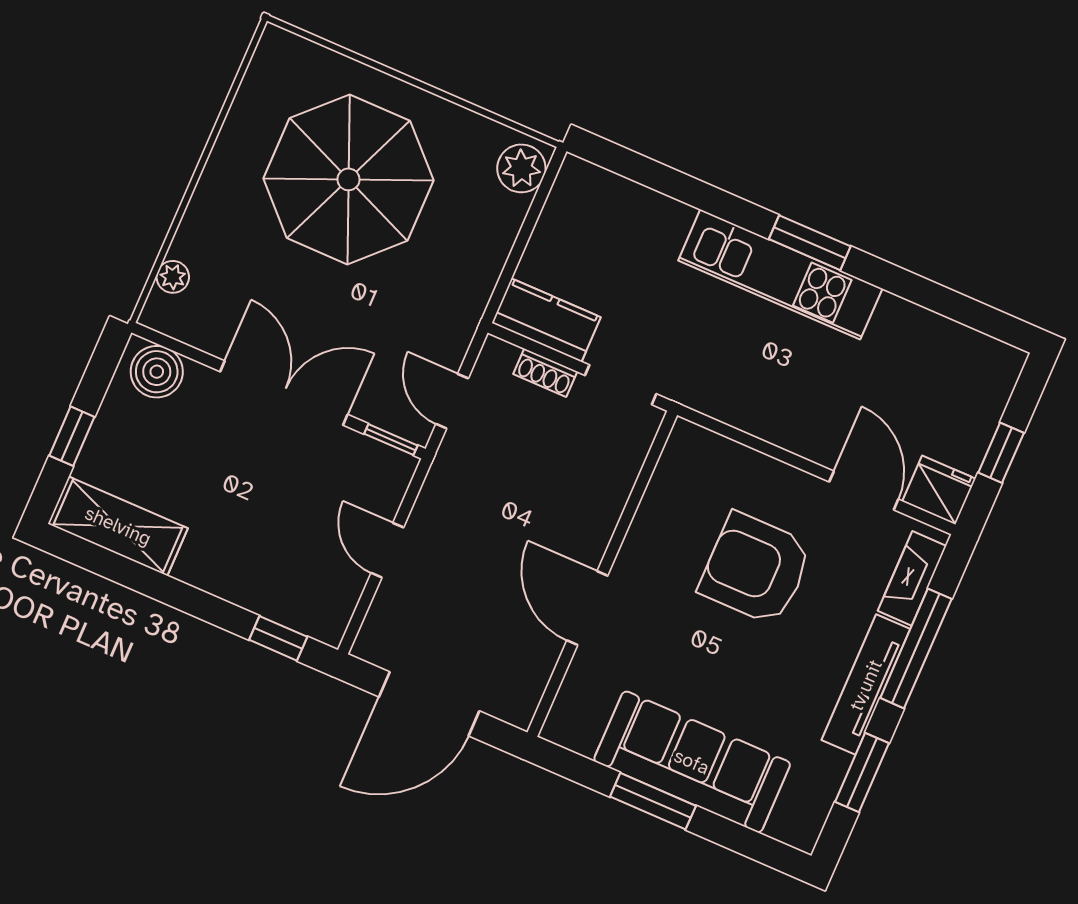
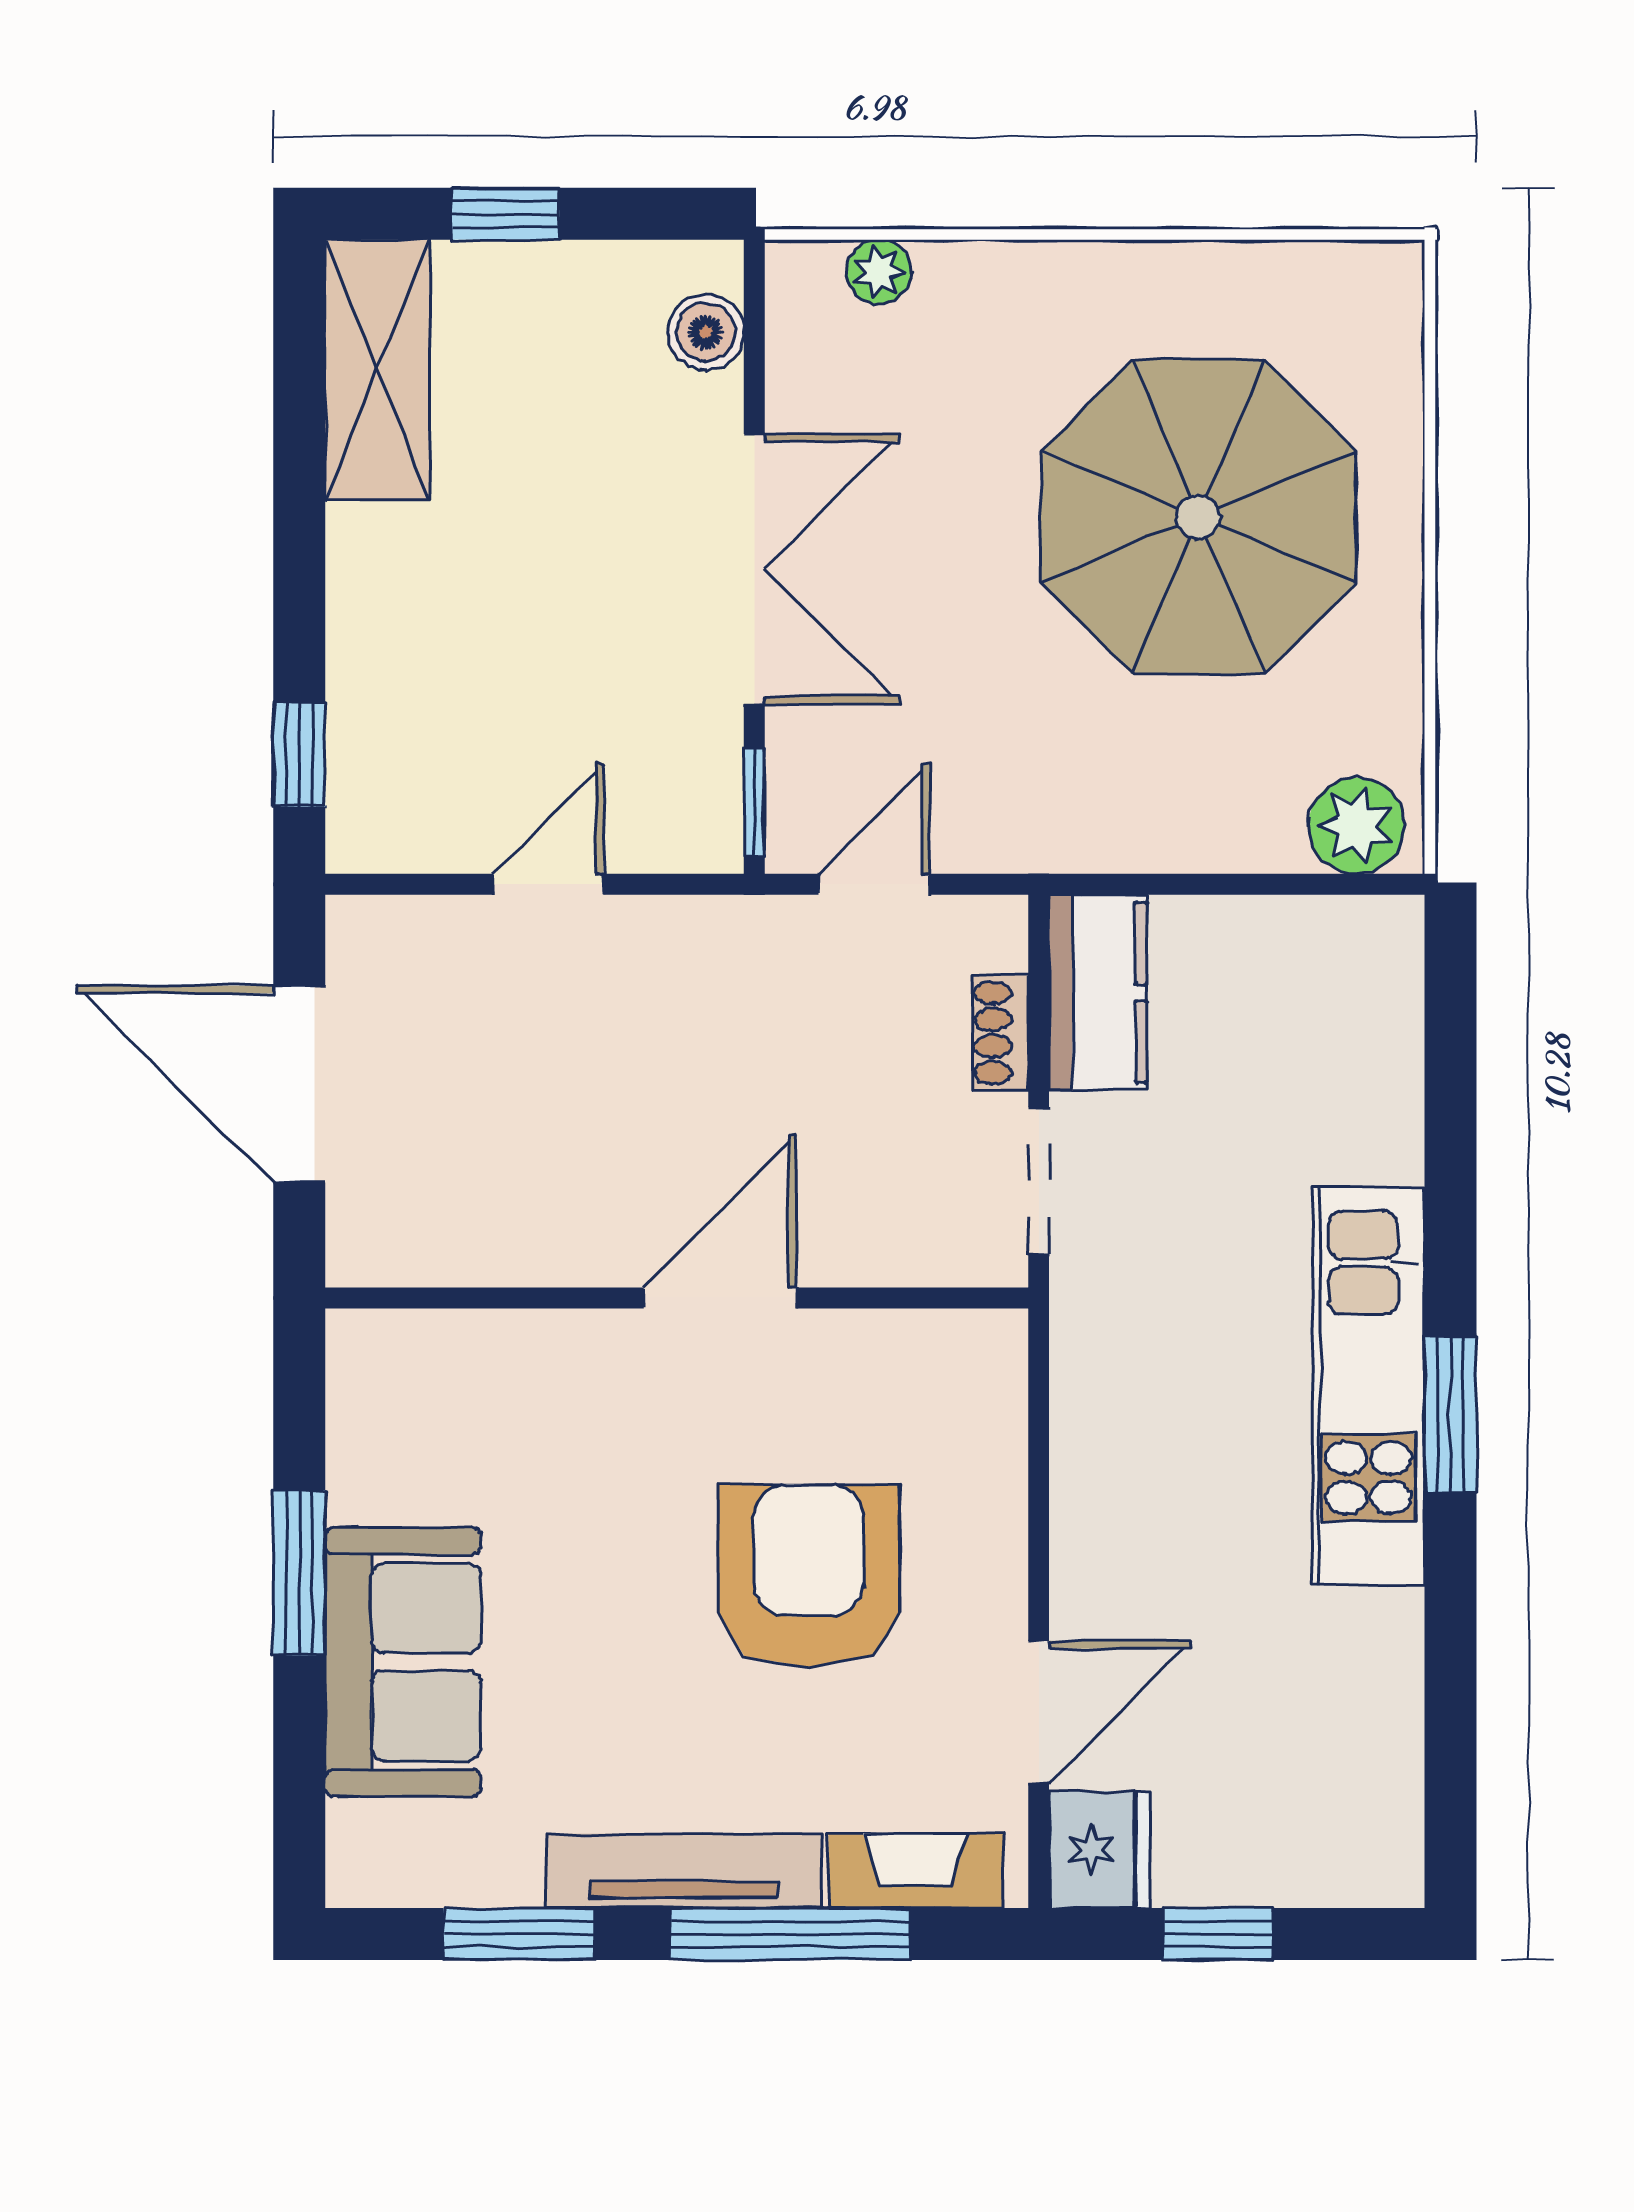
boiler: (157, 372) -> (706, 332), width x0.73, depth x0.73
door: (587, 608) -> (720, 1298), moved
sofa: (692, 762) -> (403, 1662), width x0.73

